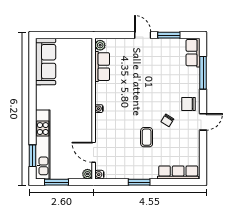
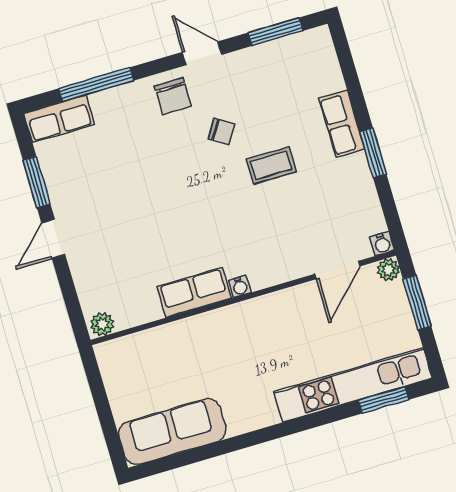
row of seats: (102, 67) -> (194, 292), moved
window: (203, 156) -> (275, 32), added
row of seats: (178, 172) -> (342, 124), moved, width x0.68
window: (57, 182) -> (417, 303), moved

